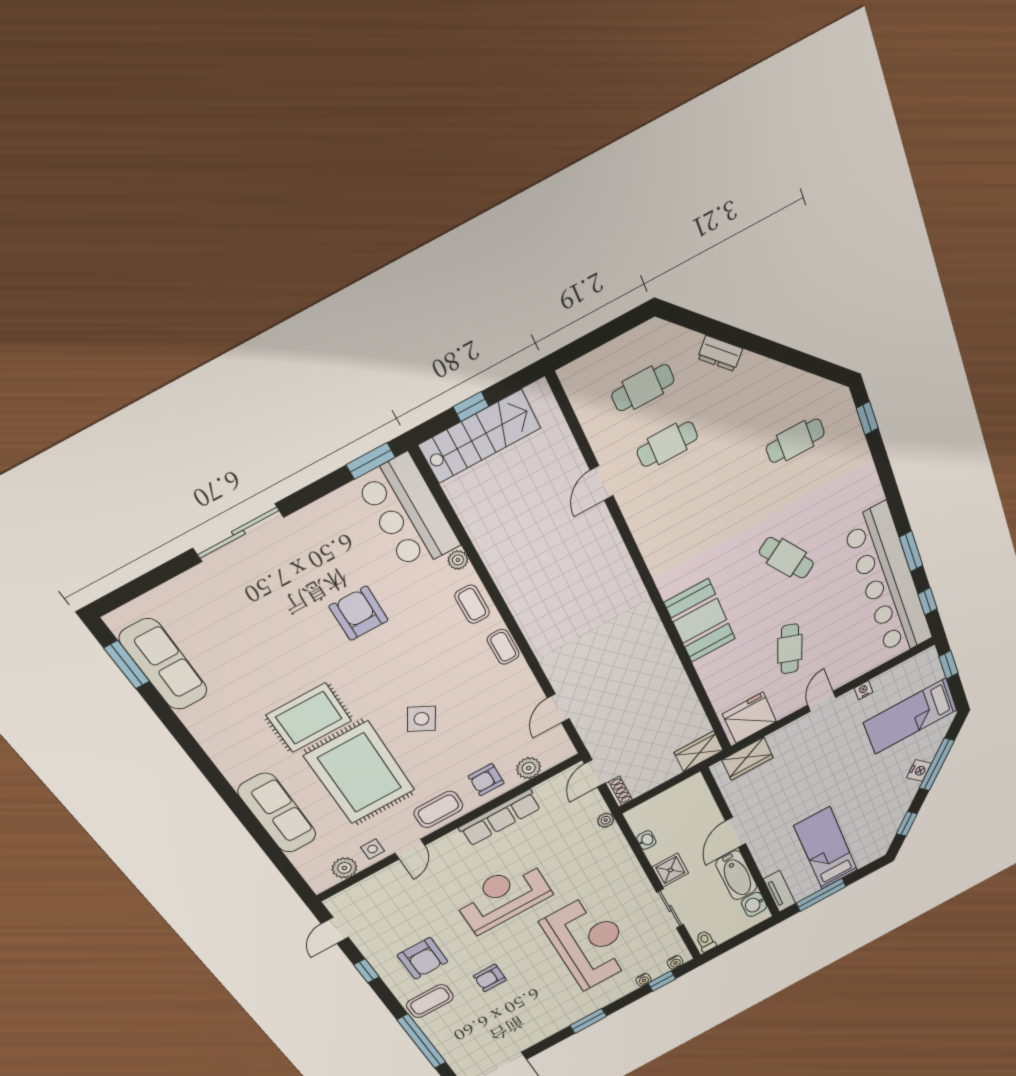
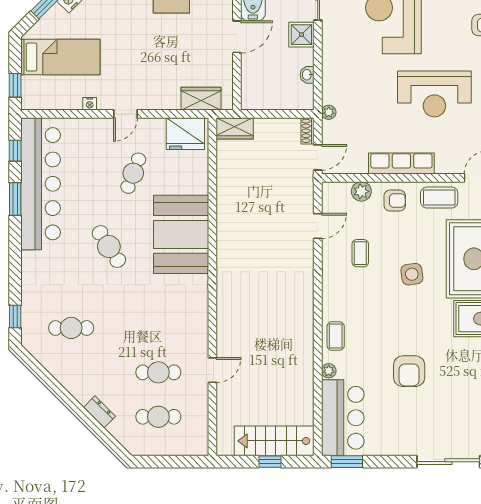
booth: (700, 621) -> (181, 234), width x1.36, depth x1.42
coffee table: (503, 647) -> (360, 253), moved
side table: (421, 719) -> (412, 274), turned -37

